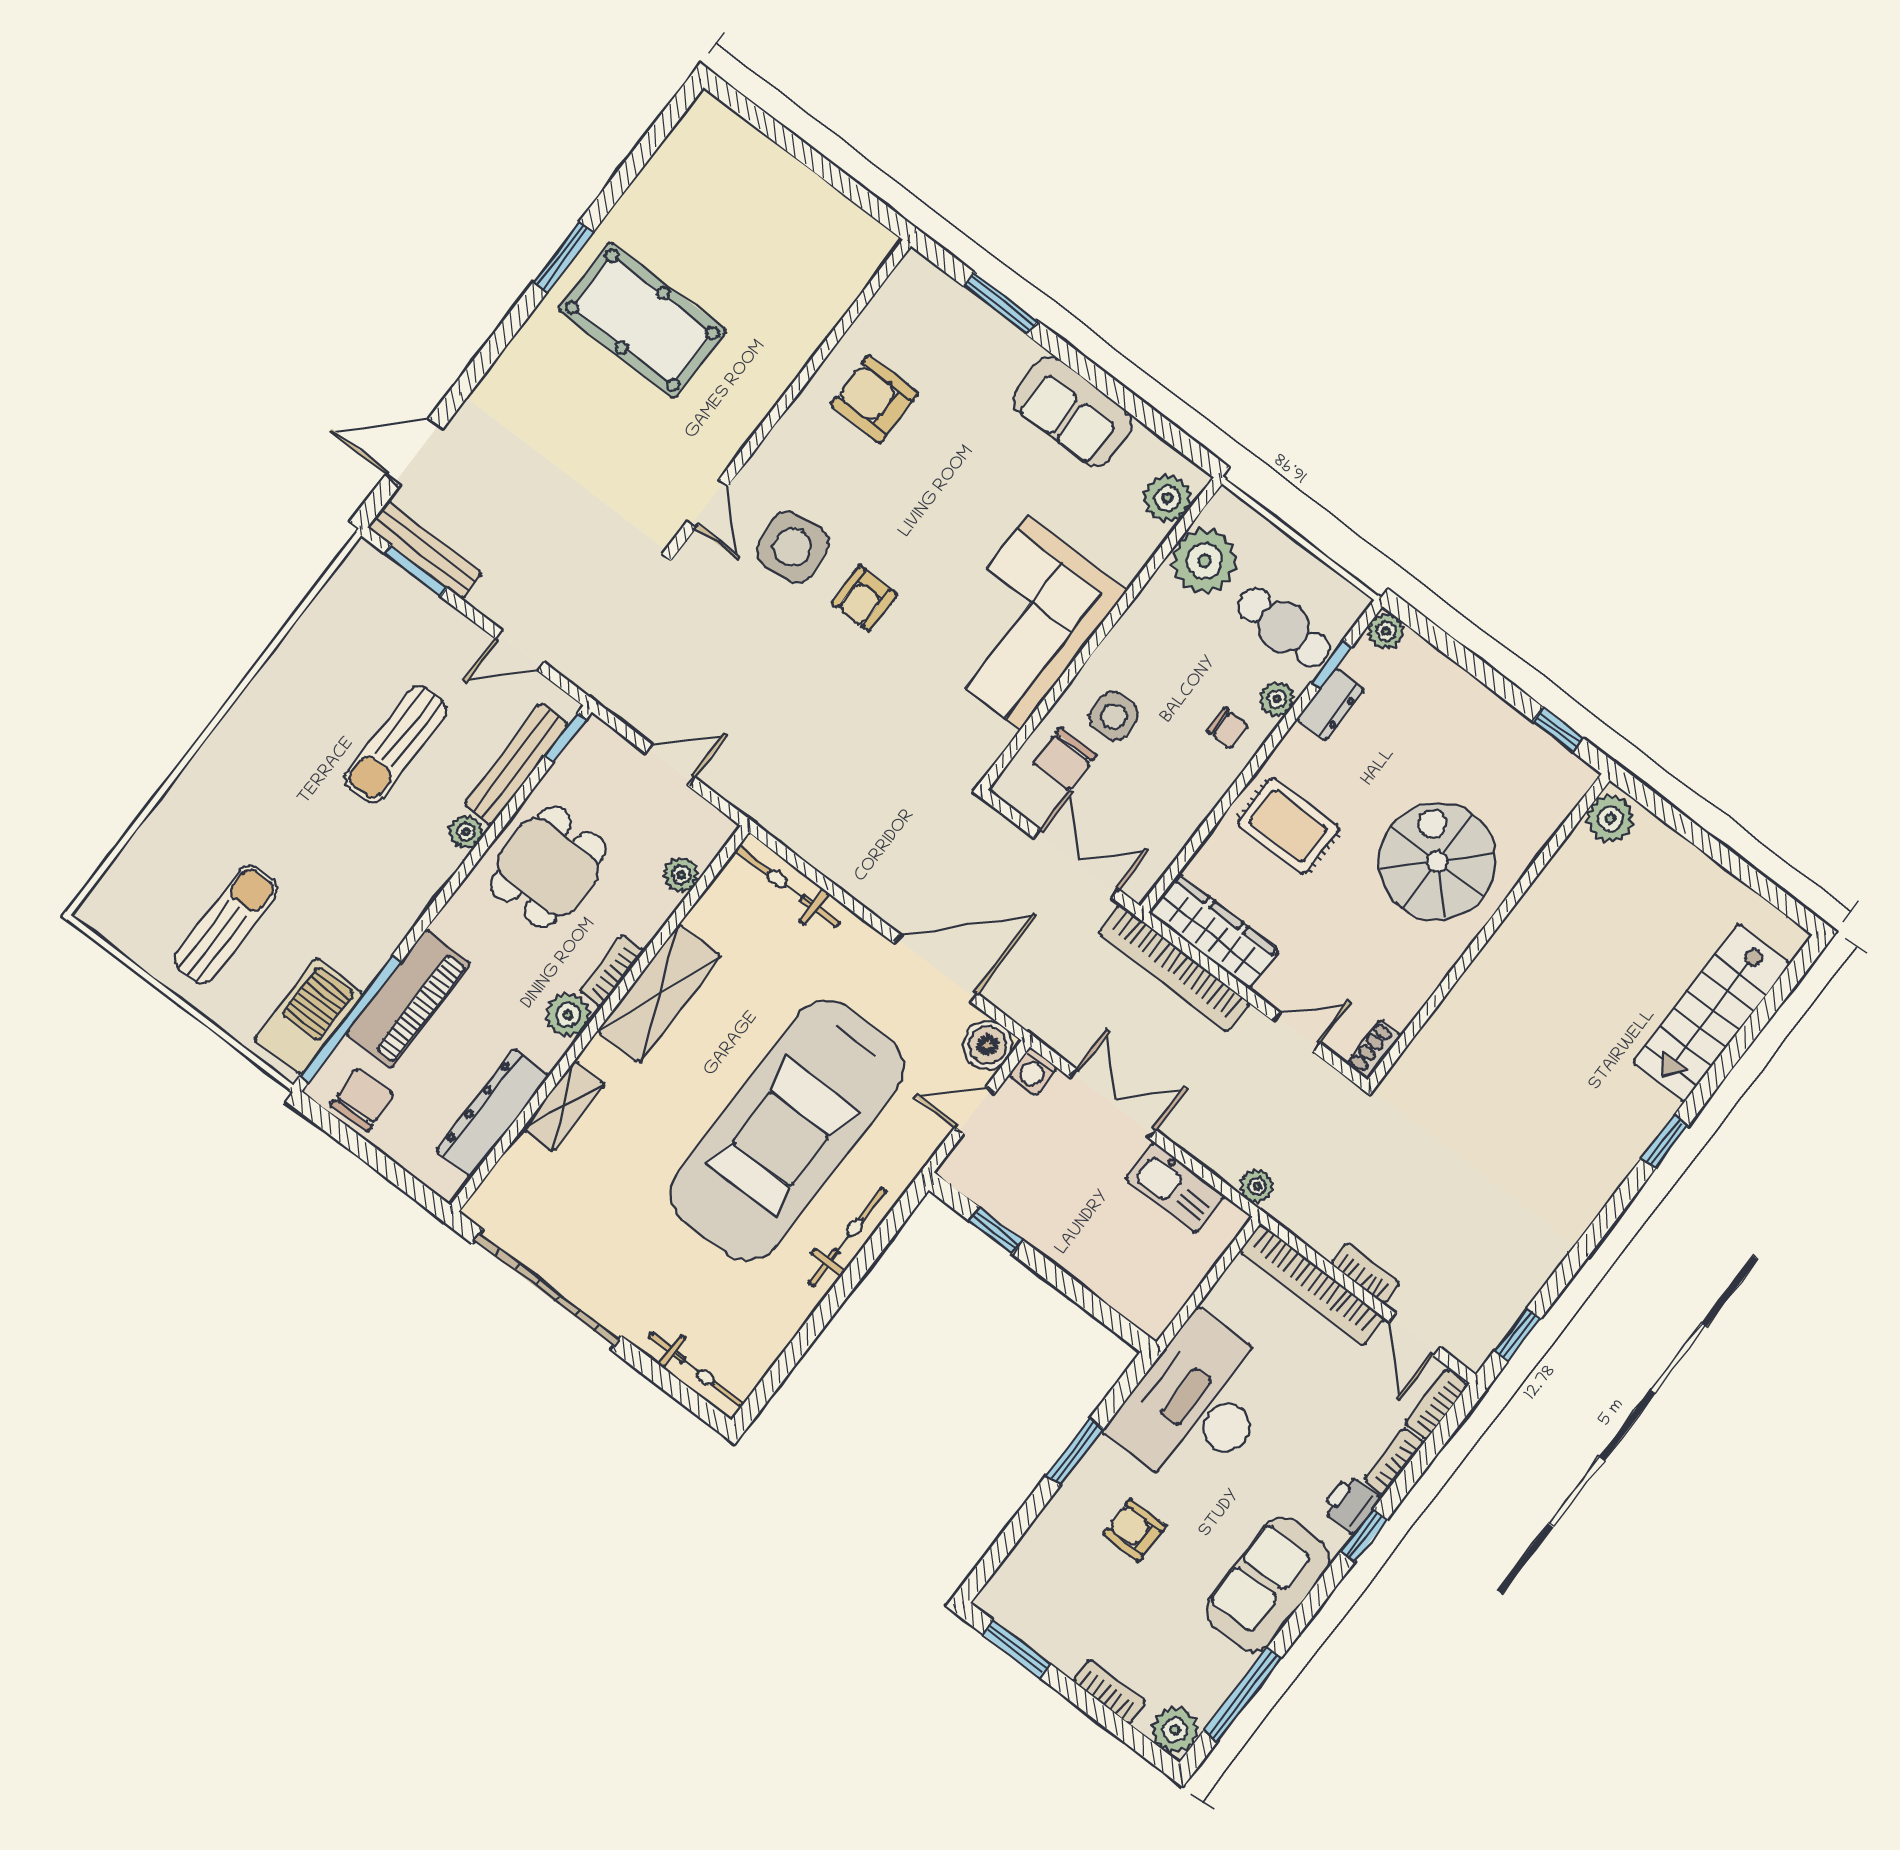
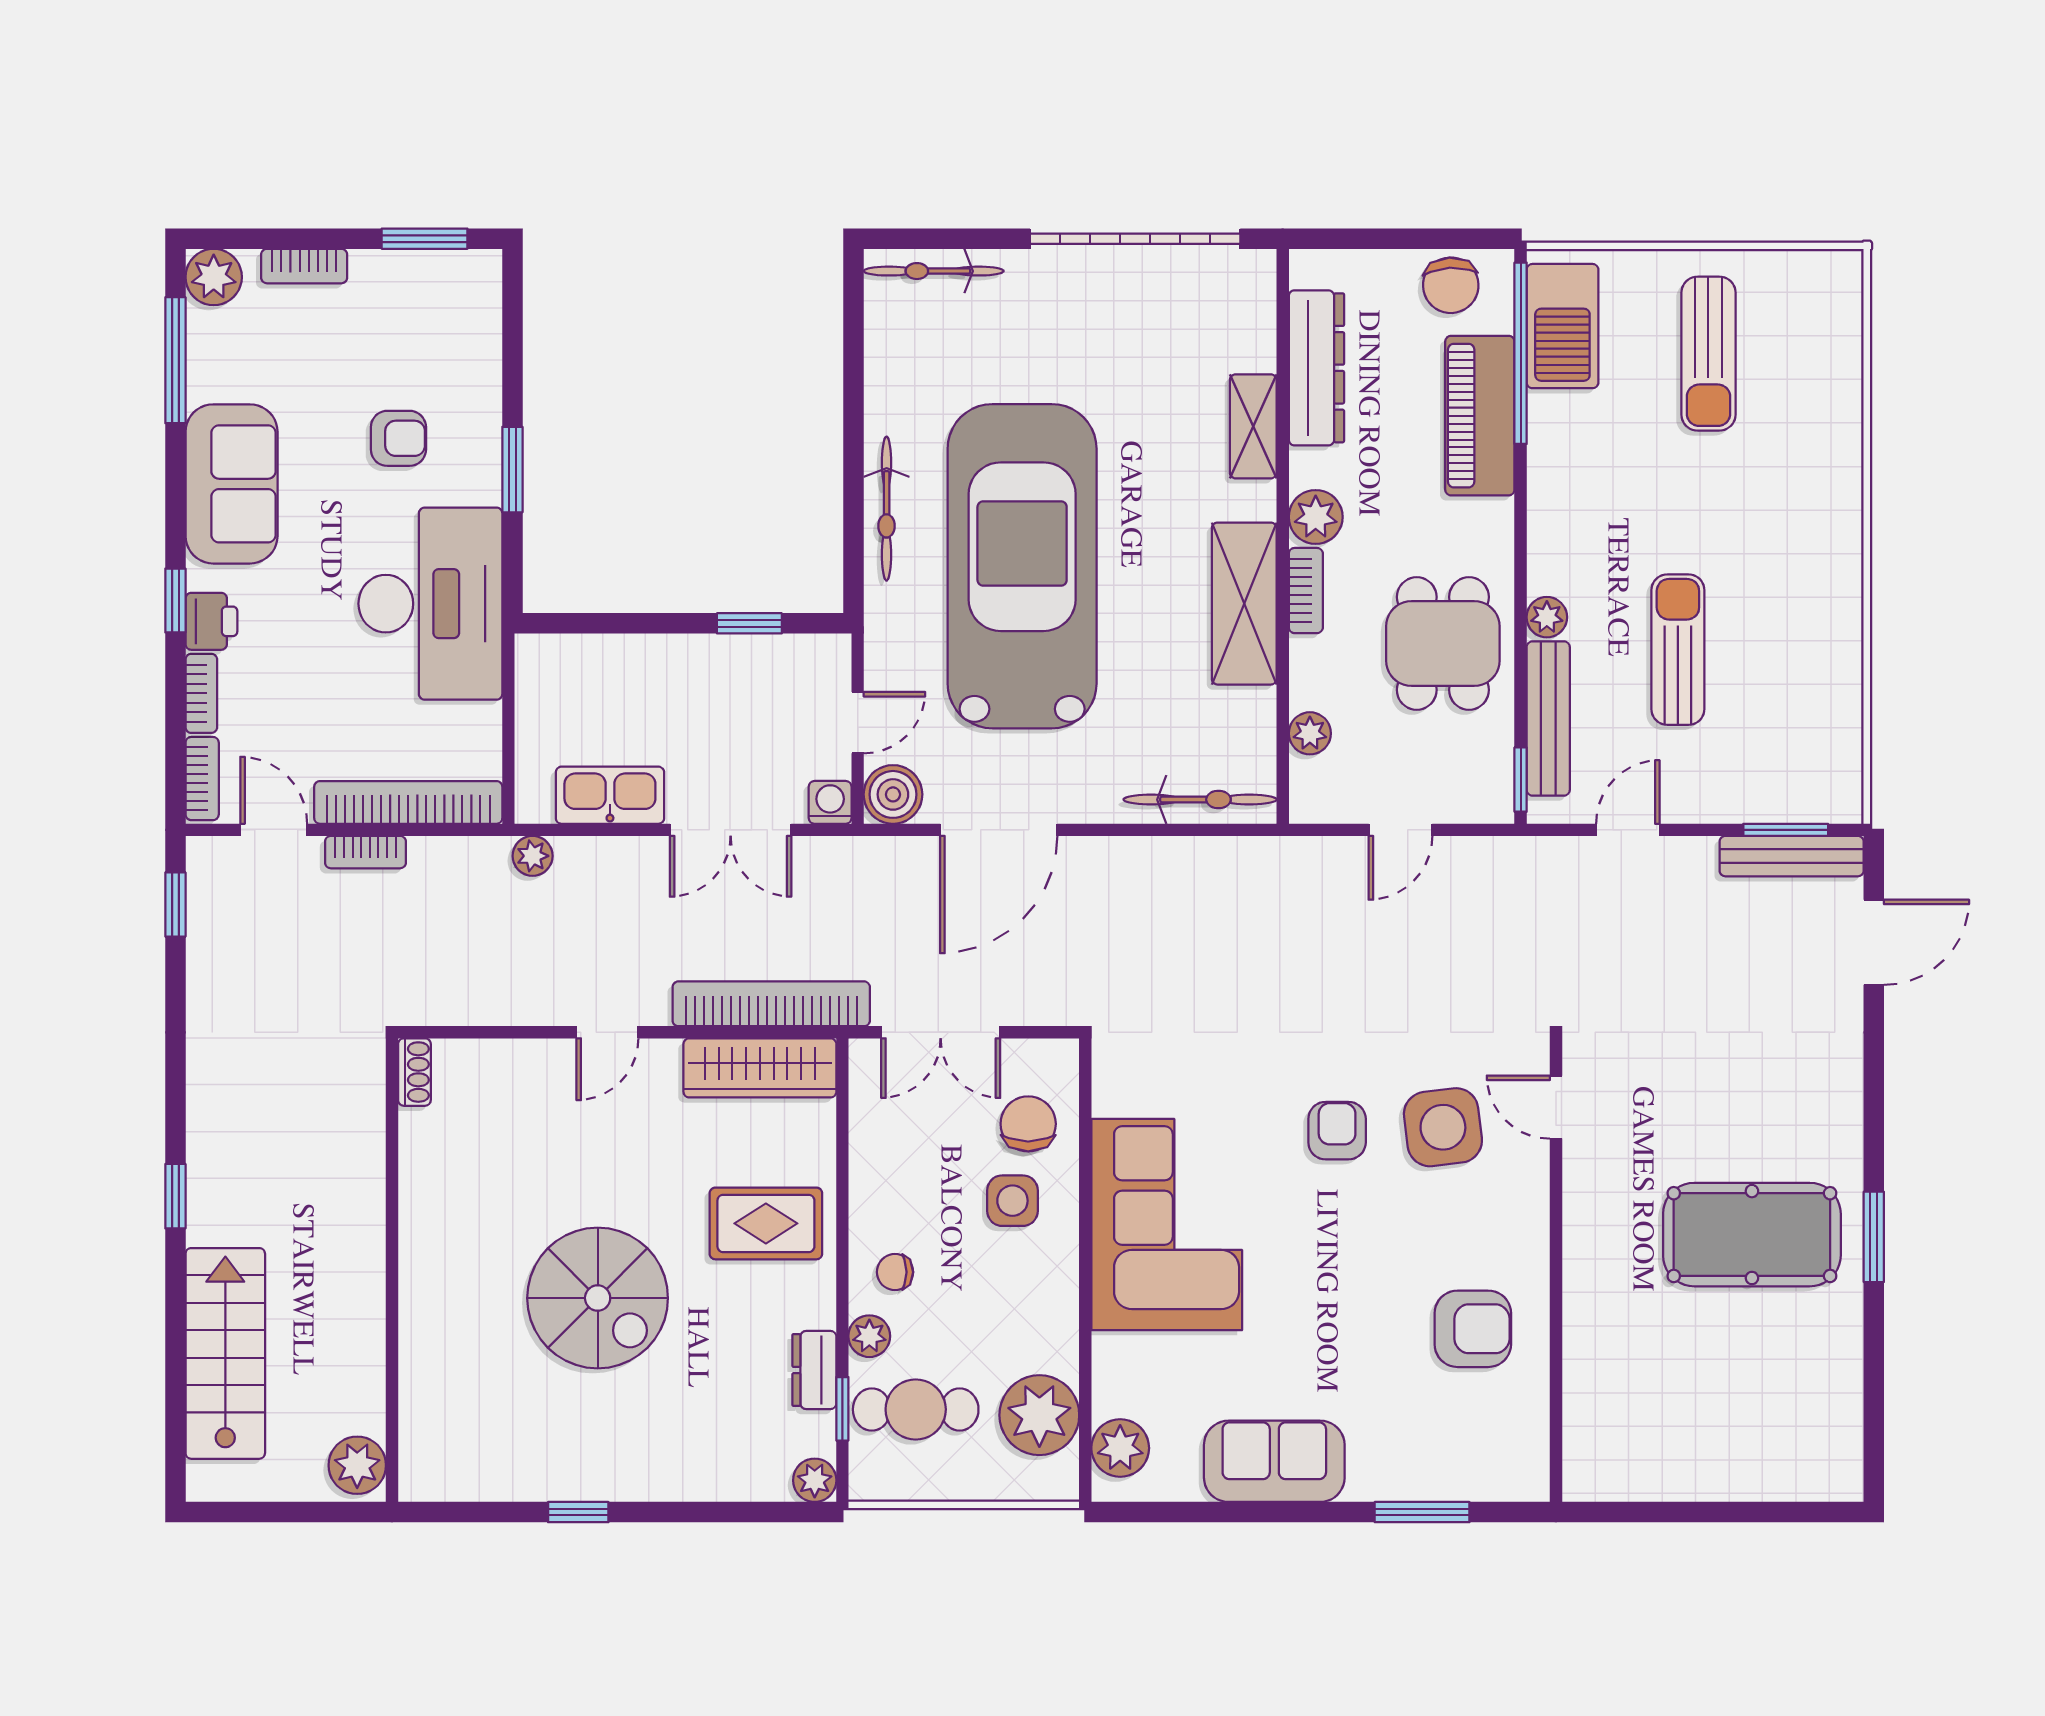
plant: (1610, 819) -> (357, 1465), moved
wall: (1489, 930) -> (392, 1270), moved
shoe rack: (1374, 1050) -> (414, 1072), moved

